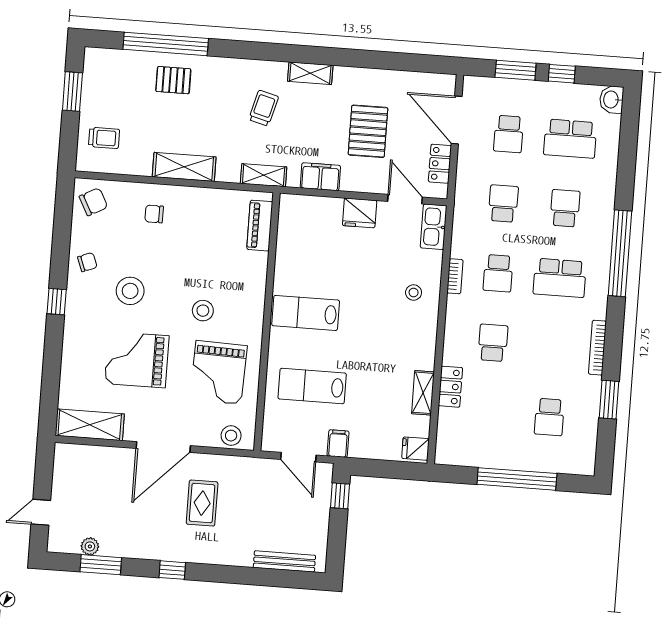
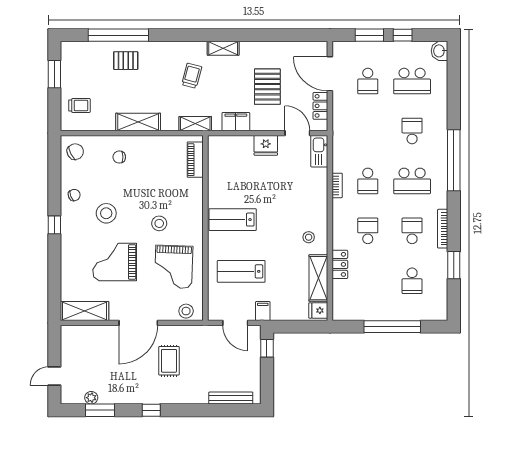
school desk: (503, 204) -> (412, 231), moved
stool: (414, 293) -> (309, 237), moved
shelving: (423, 393) -> (318, 278), width x1.50, depth x1.33

